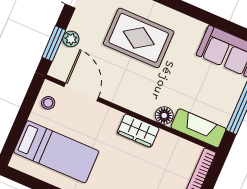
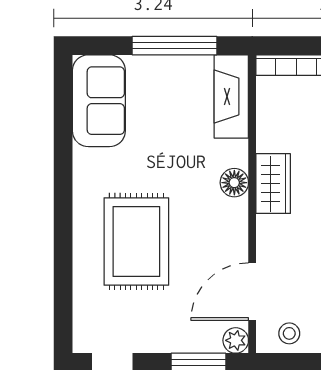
plant: (71, 39) -> (236, 340), moved
floor lamp: (164, 115) -> (234, 183), moved

